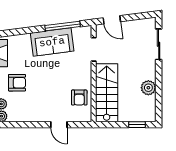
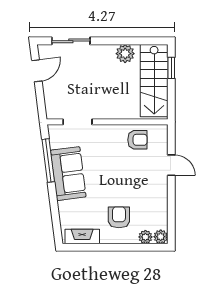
door: (112, 20) -> (37, 71), moved
stairs: (107, 93) -> (154, 81), moved, turned -90
door: (59, 125) -> (171, 165), hinge flipped

